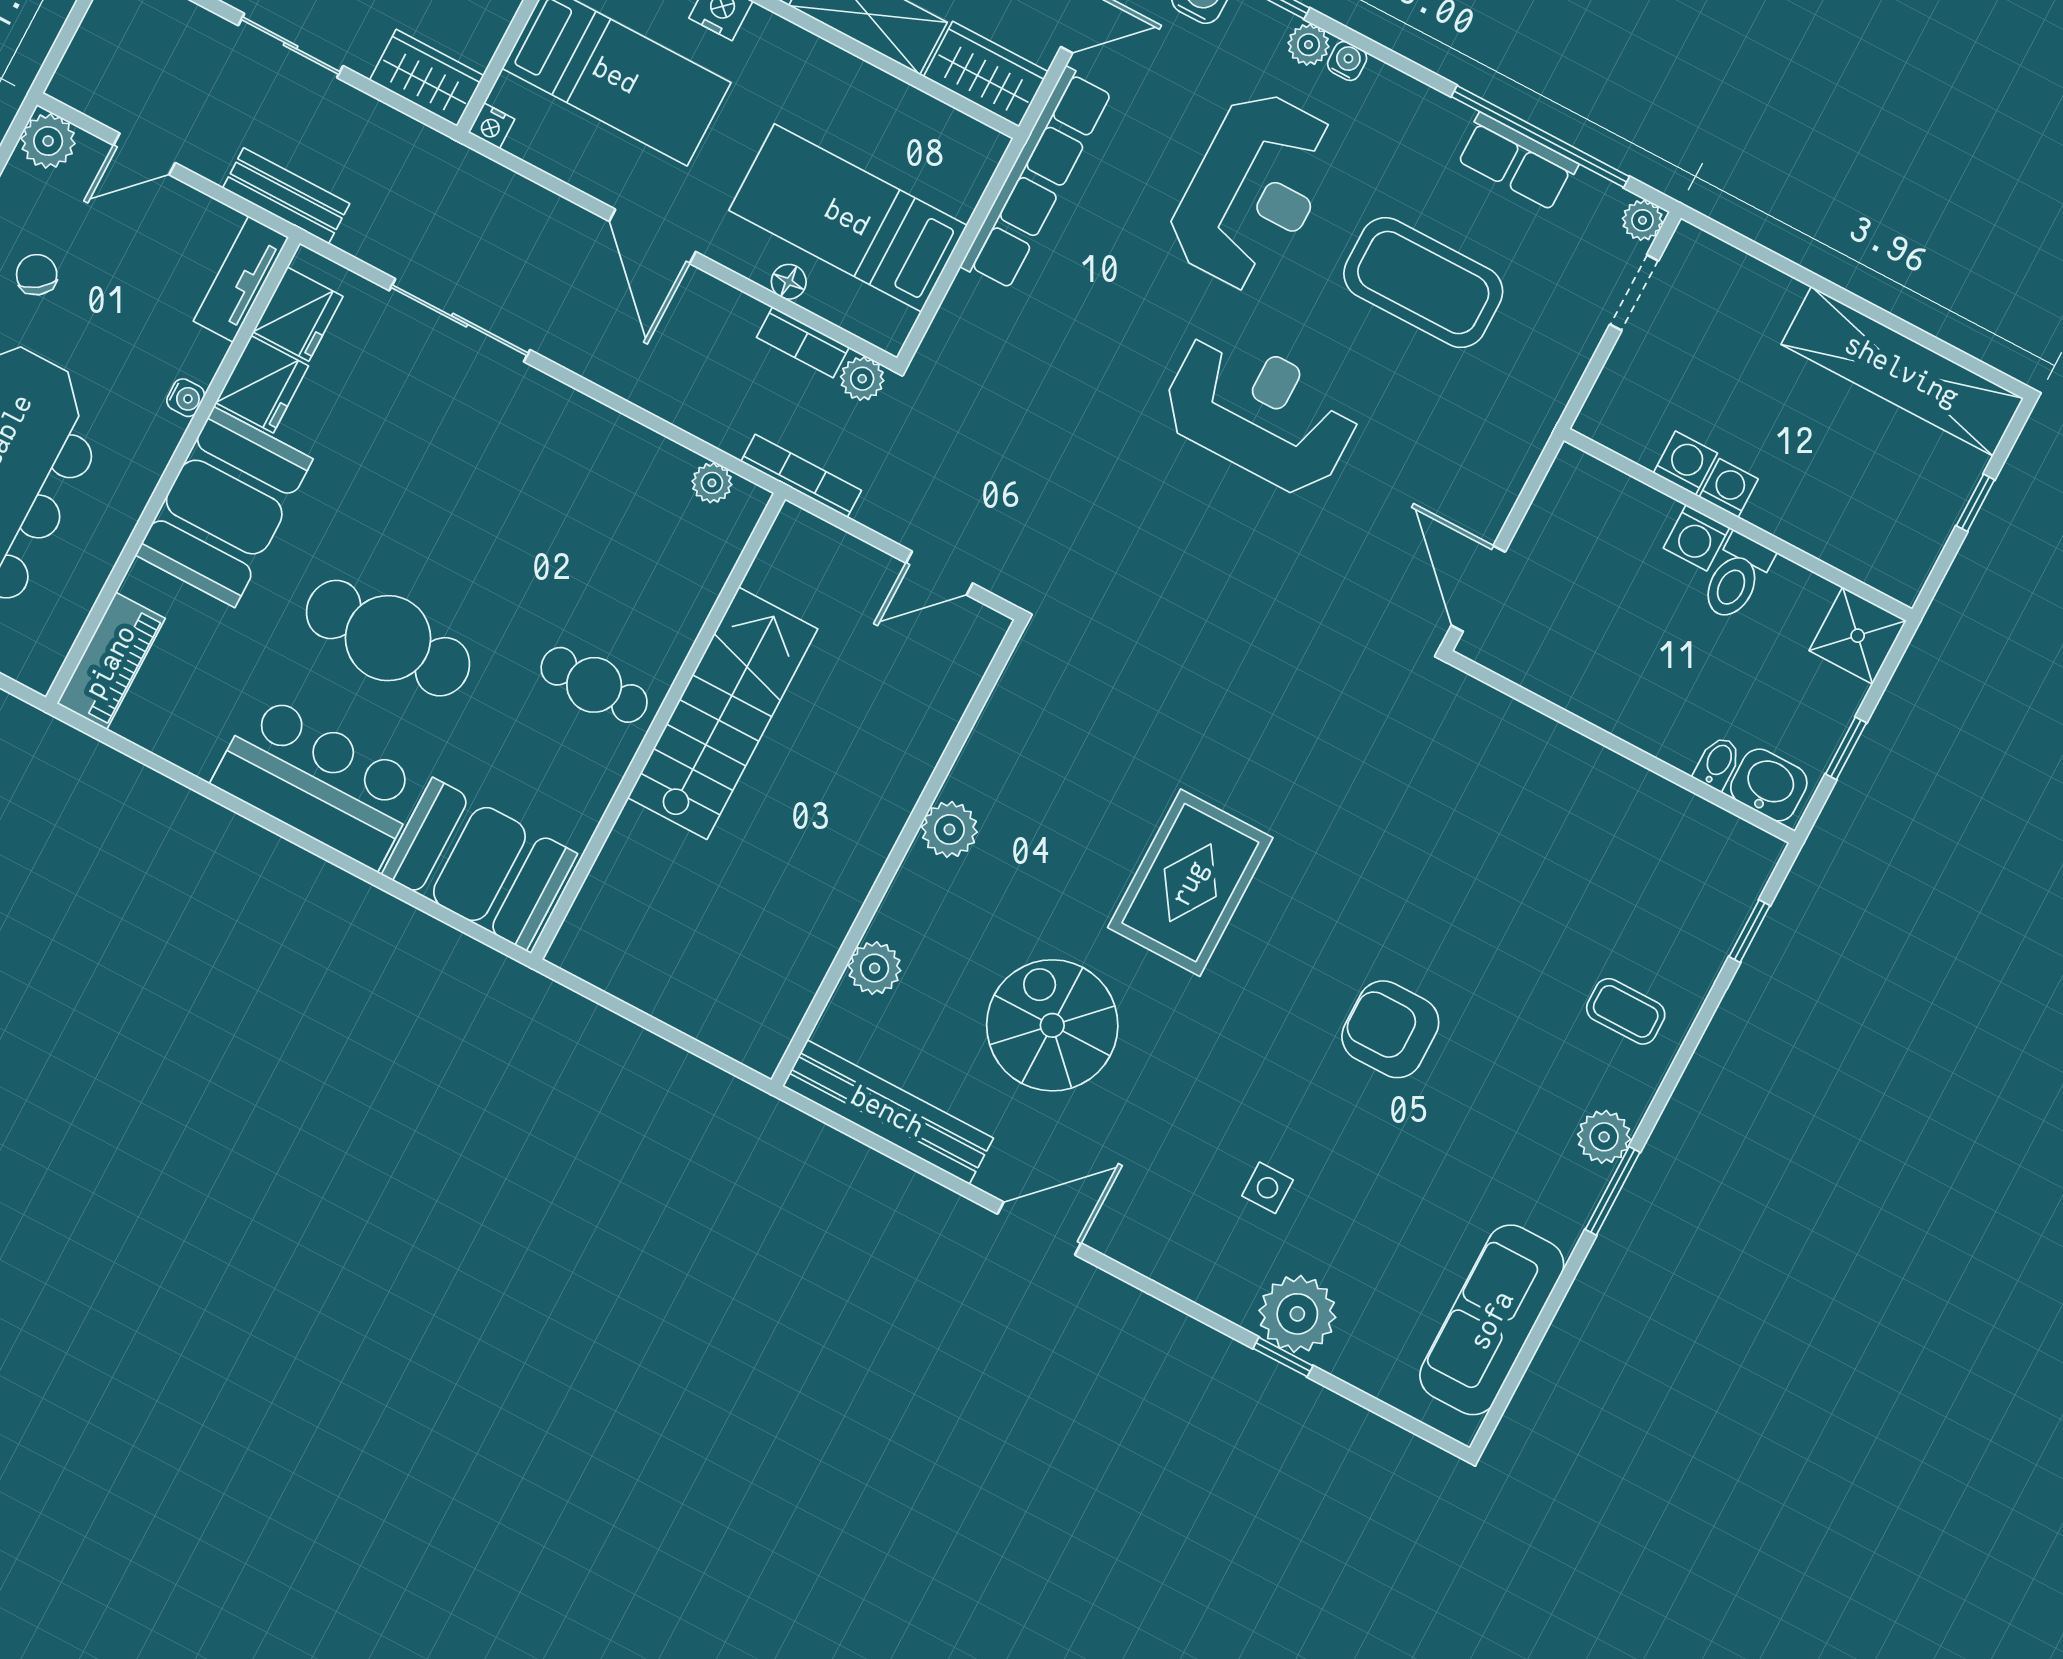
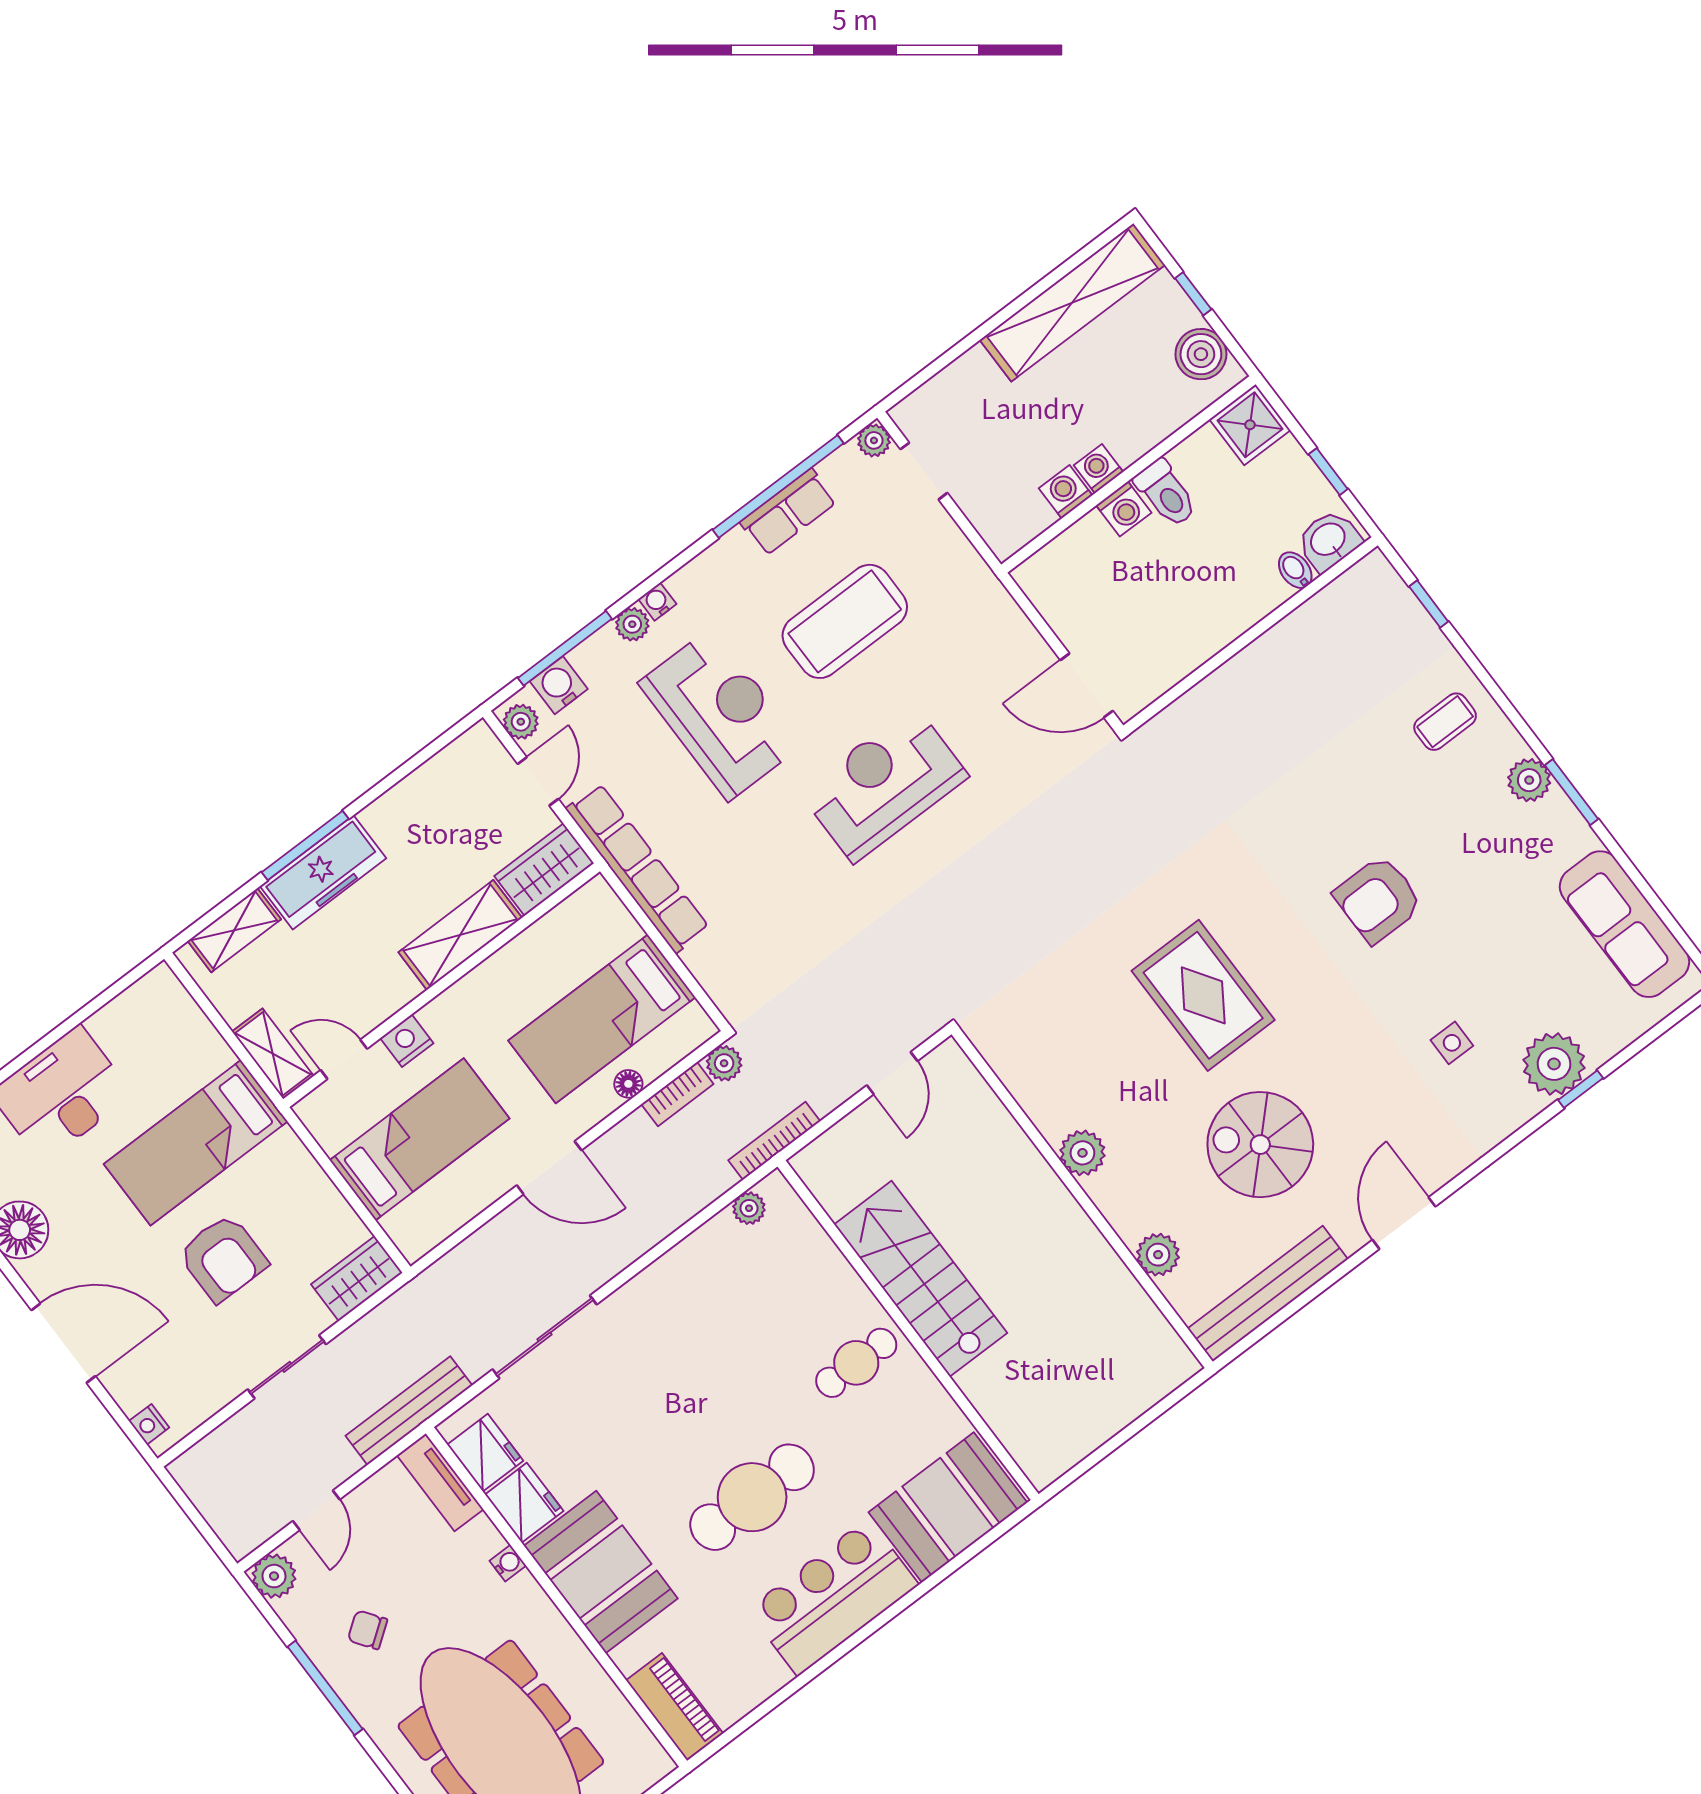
nightstand: (492, 126) -> (414, 1247), removed
bench: (286, 196) -> (409, 1411), width x1.36
boiler: (1911, 543) -> (1201, 354), added

